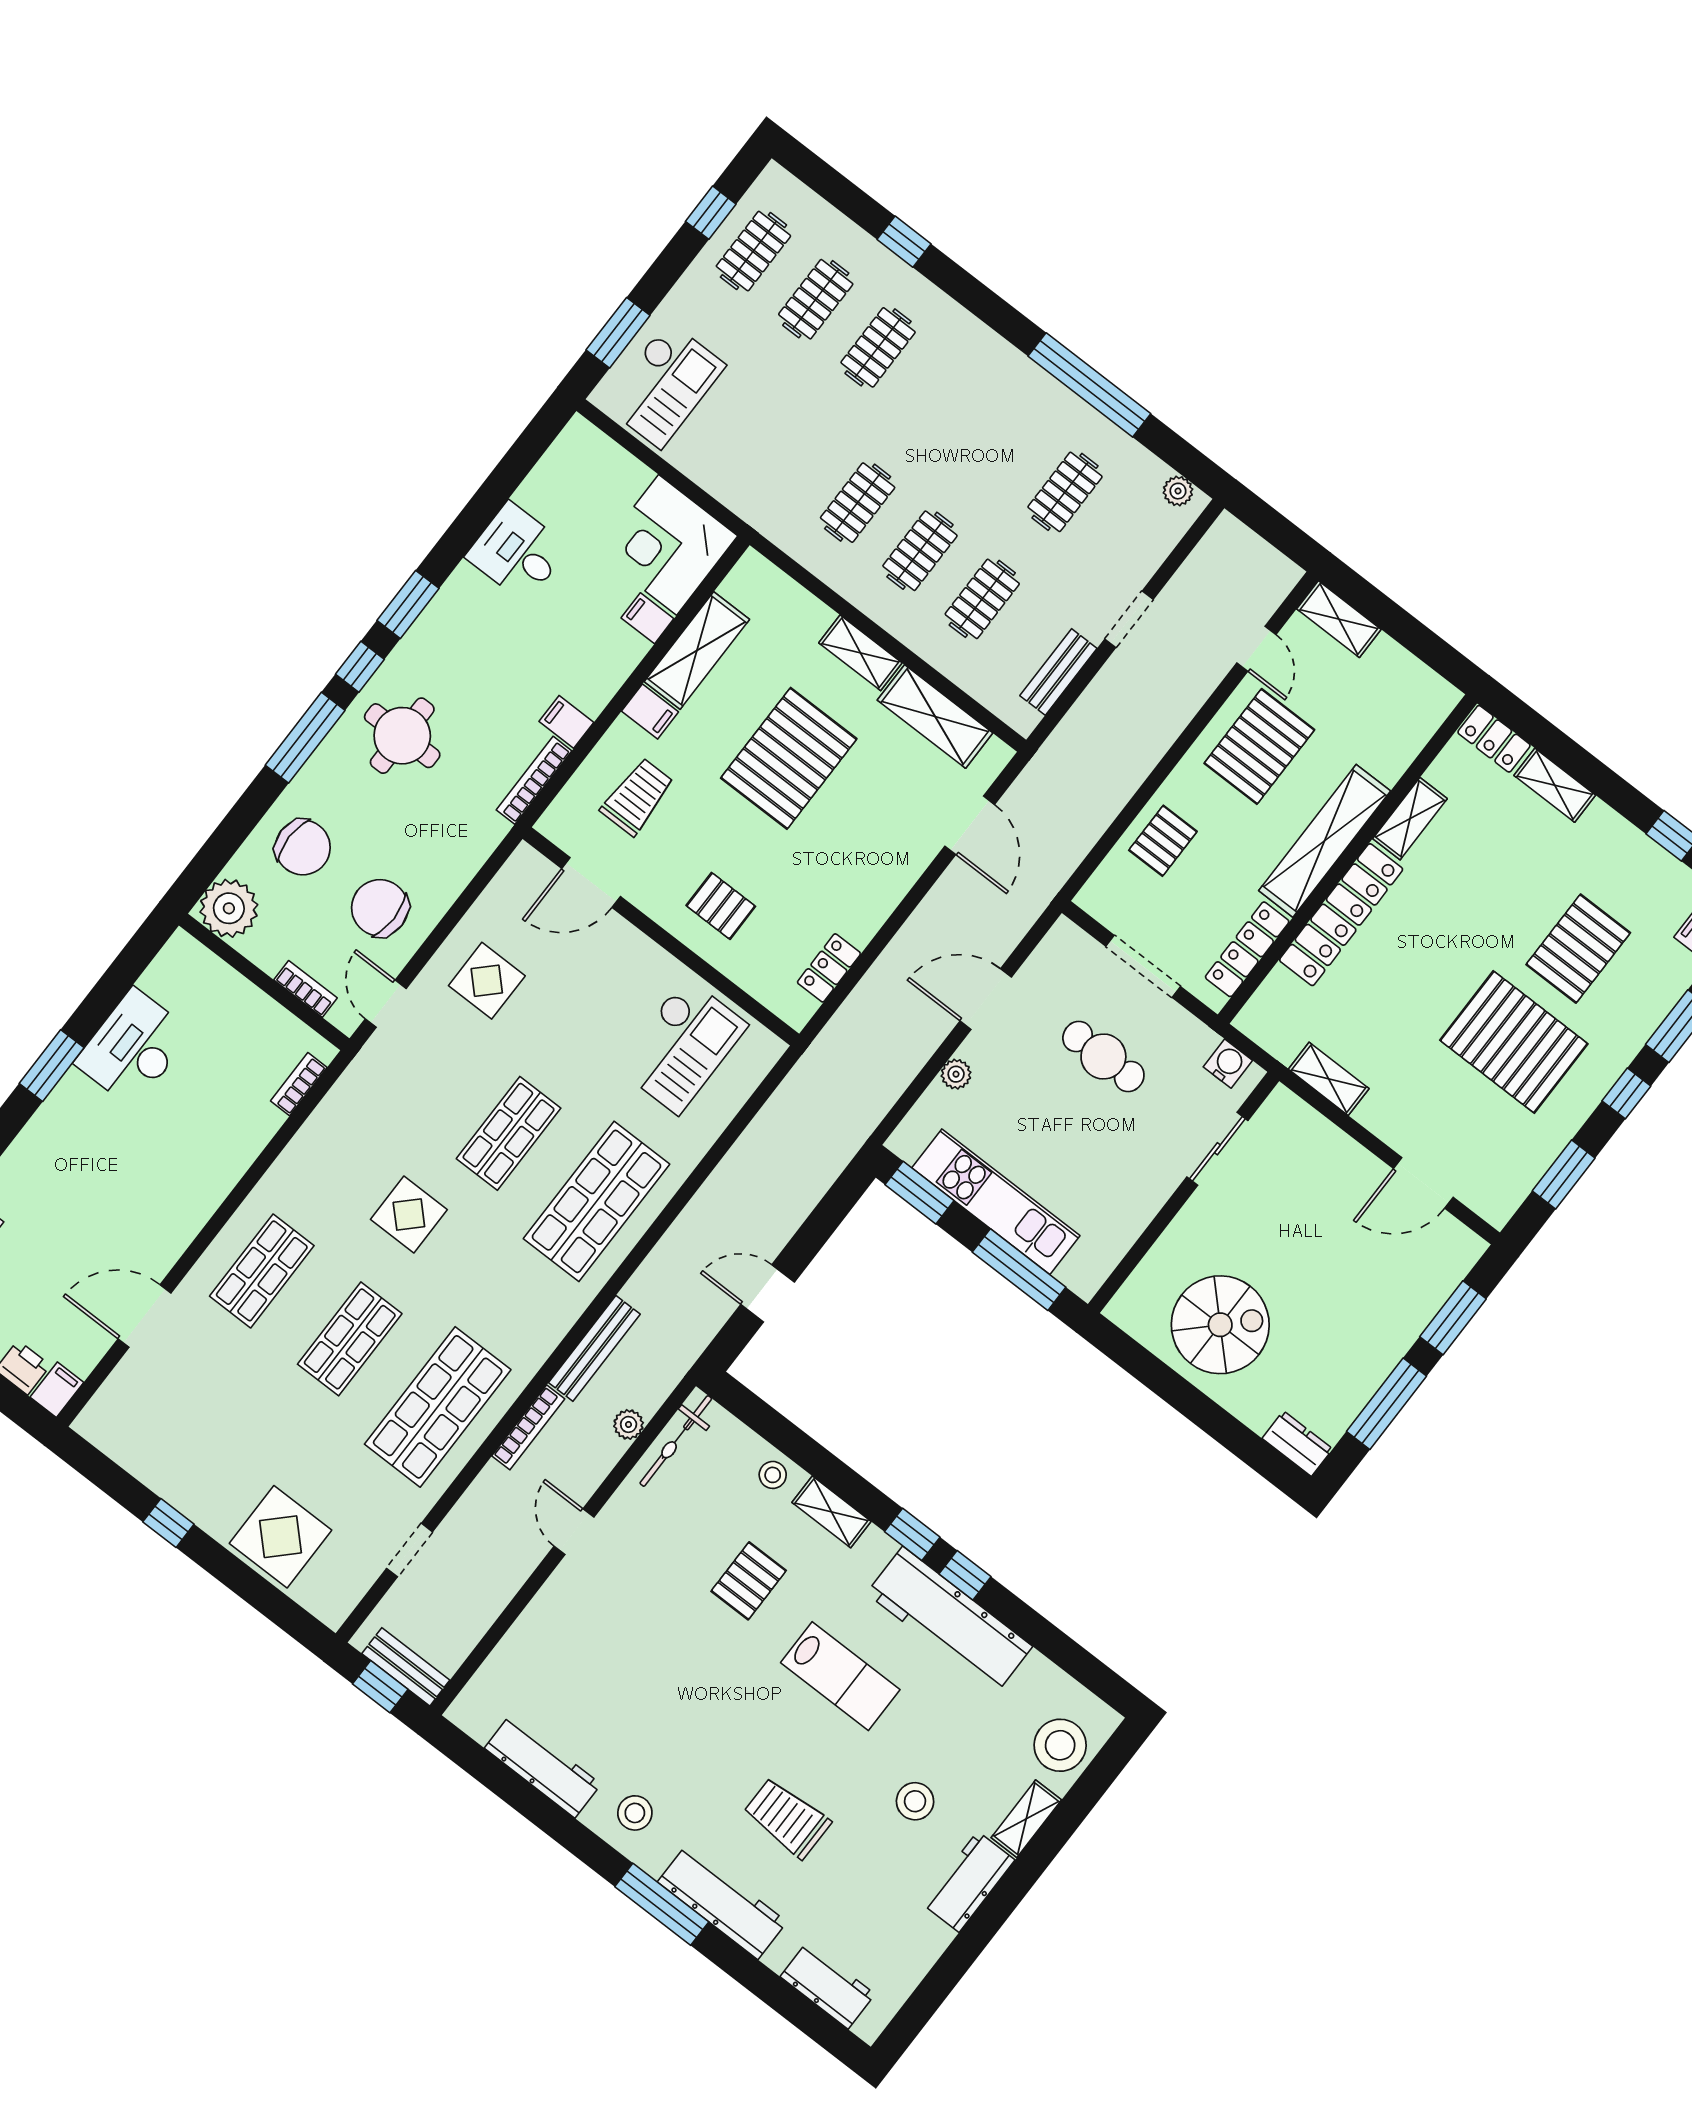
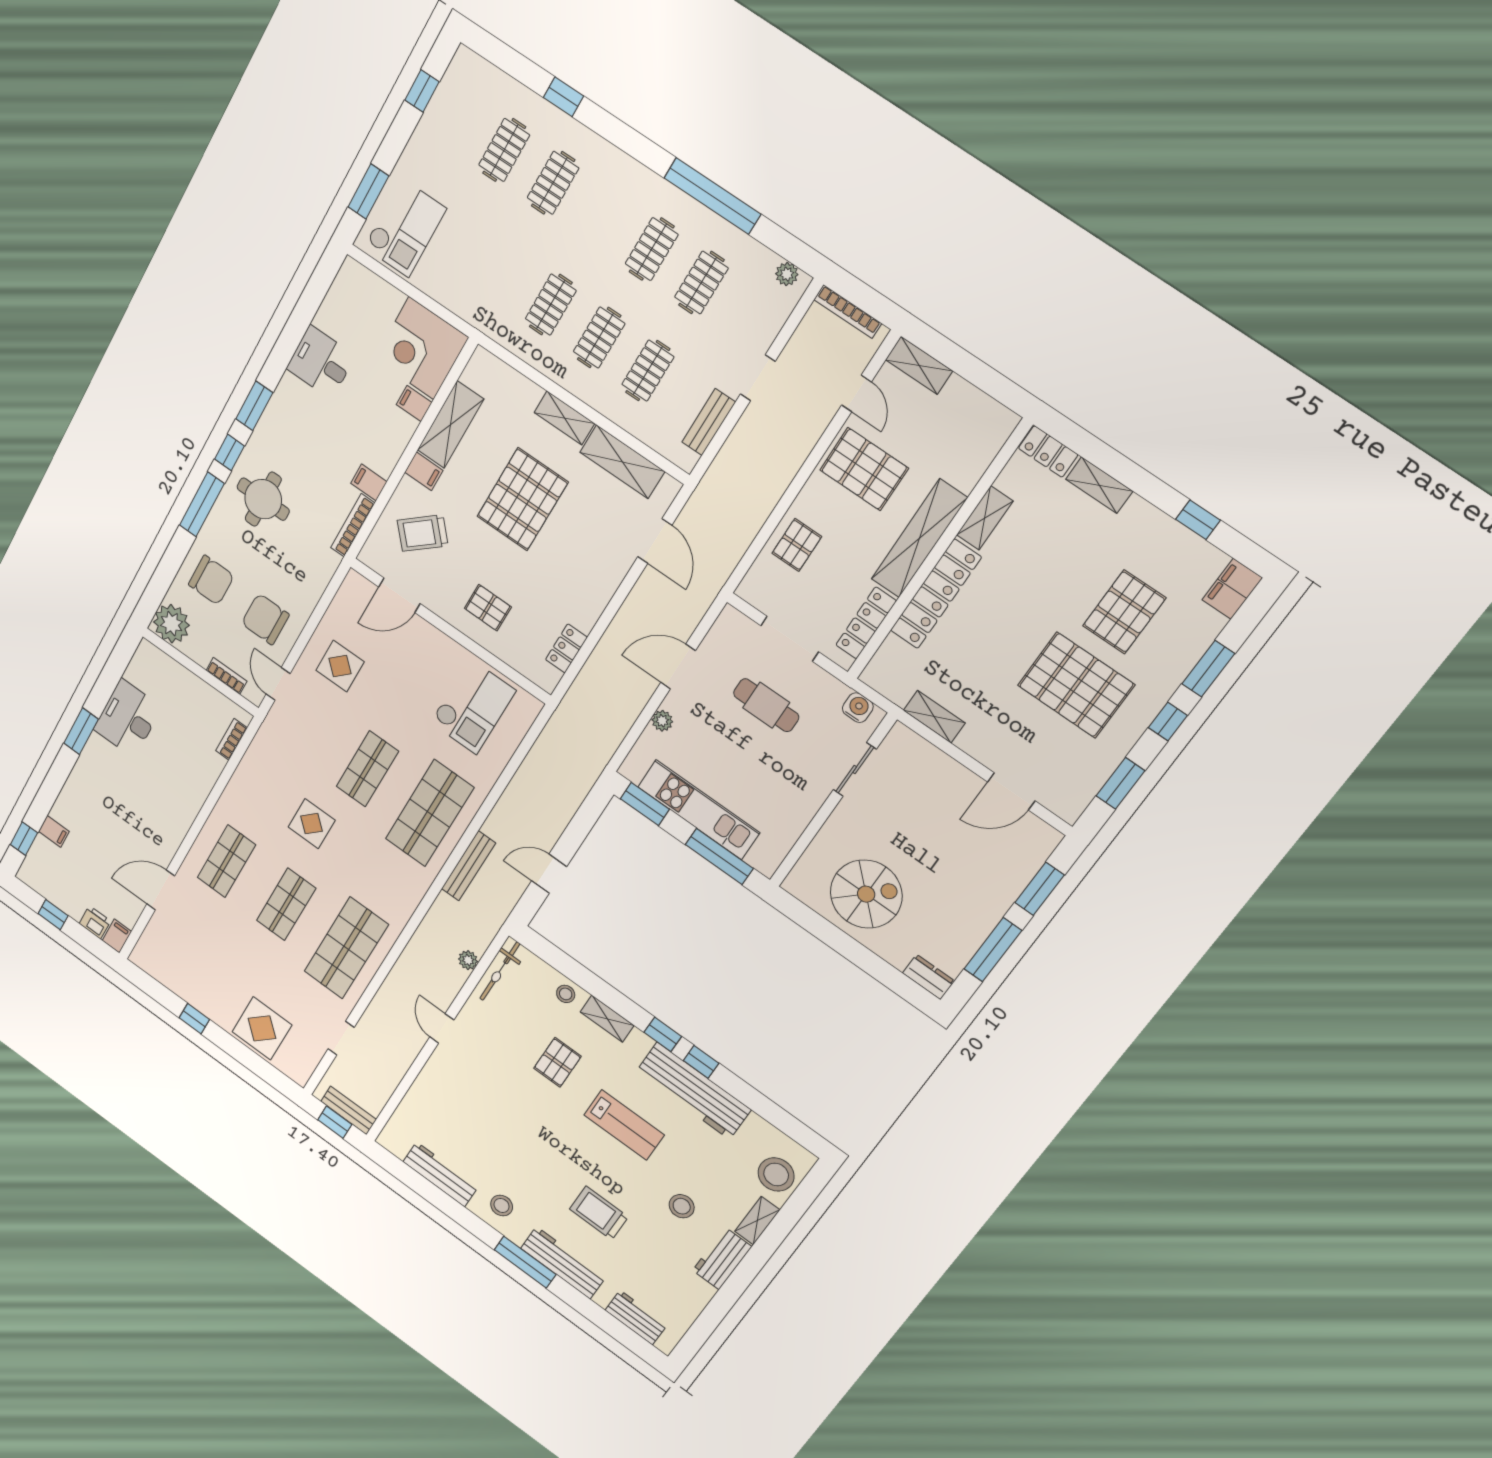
clothes rail: (753, 251) -> (652, 249), moved
pallet: (1259, 746) -> (864, 469), turned 90
trolley: (637, 797) -> (423, 533), turned -131
bench: (594, 1348) -> (468, 866), moved
bookcase: (528, 1427) -> (848, 312), moved, turned 90

